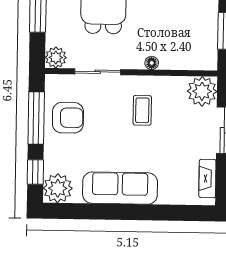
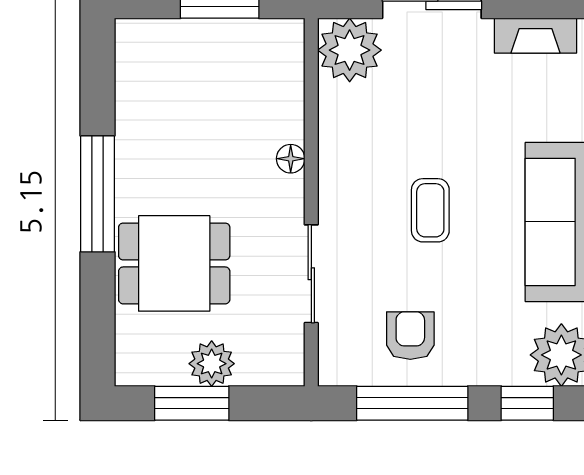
plant: (56, 57) -> (212, 364), moved
coffee table: (142, 110) -> (430, 210), moved, turned 90
armchair: (68, 118) -> (410, 336), width x0.72, depth x0.72

